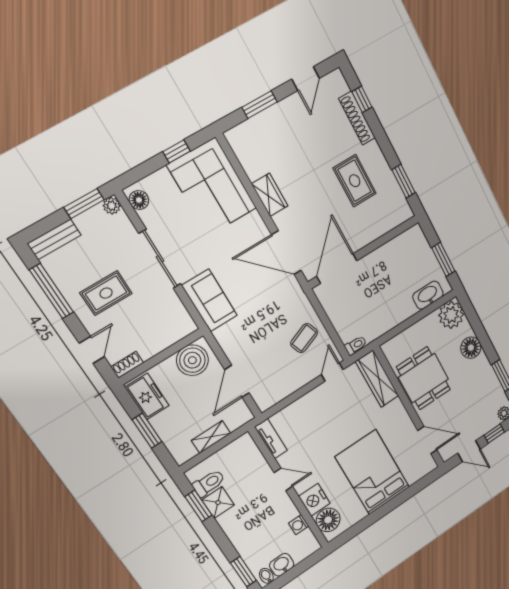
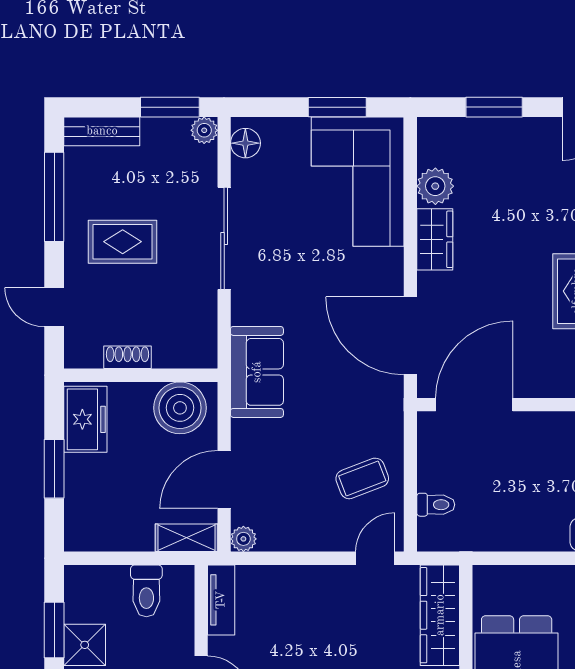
window: (177, 151) -> (337, 107), width x1.50
plant: (254, 166) -> (435, 186), added
sofa: (210, 300) -> (257, 372), moved
toilet: (356, 345) -> (436, 505), moved
door: (92, 350) -> (54, 307), swing flipped
shoe rack: (127, 365) -> (128, 357), moved
plant: (264, 403) -> (243, 539), added
shelving: (211, 437) -> (186, 538), moved
toilet: (209, 483) -> (146, 591), moved, turned 90

